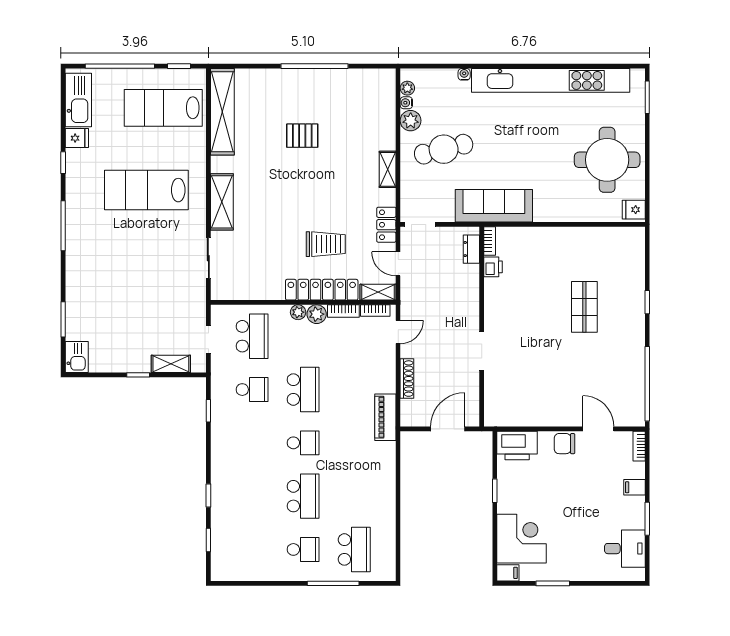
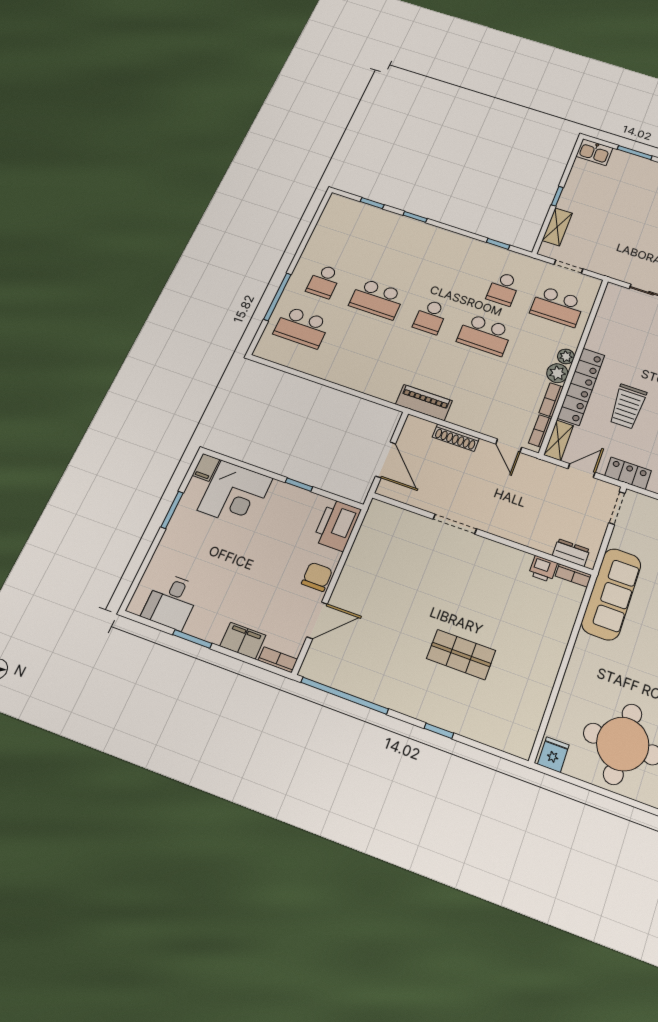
filing cabinet: (635, 487) -> (243, 641), width x2.00

